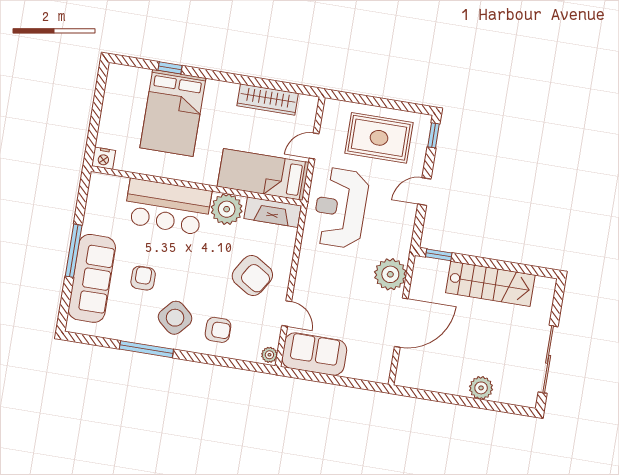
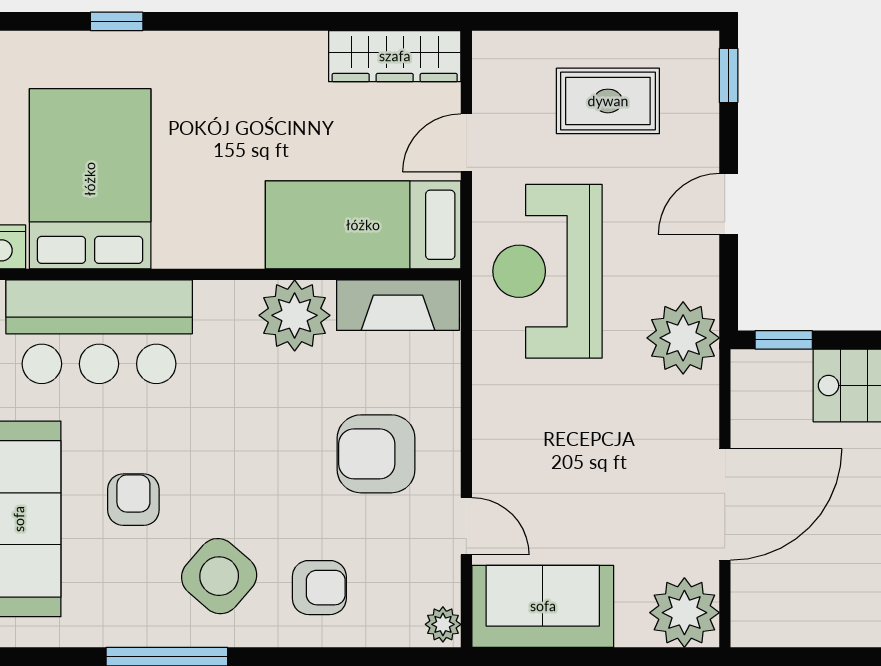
wardrobe: (268, 100) -> (395, 56), moved
bed: (173, 113) -> (90, 179), moved, turned 180
rug: (379, 138) -> (608, 101), width x0.73, depth x0.70
bar counter: (168, 207) -> (99, 332), moved
plant: (390, 274) -> (683, 338), moved
armchair: (252, 276) -> (376, 454), turned 148
plant: (376, 367) -> (684, 613), added

